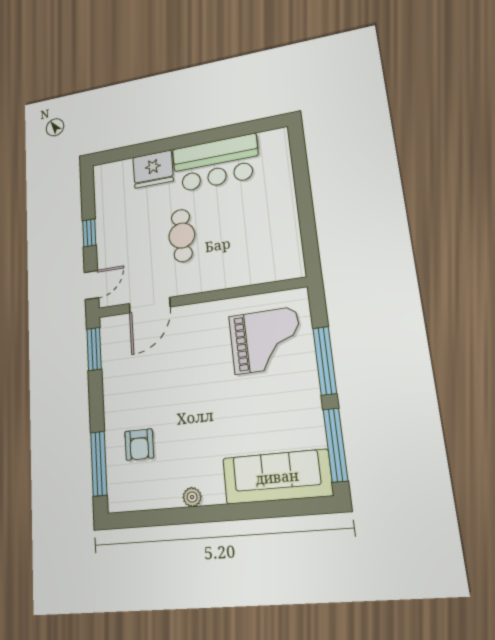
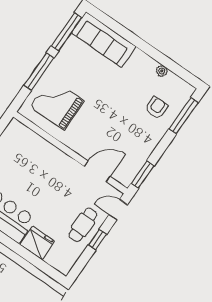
cafe table: (182, 236) -> (83, 225), moved
plant: (192, 497) -> (162, 71), moved

